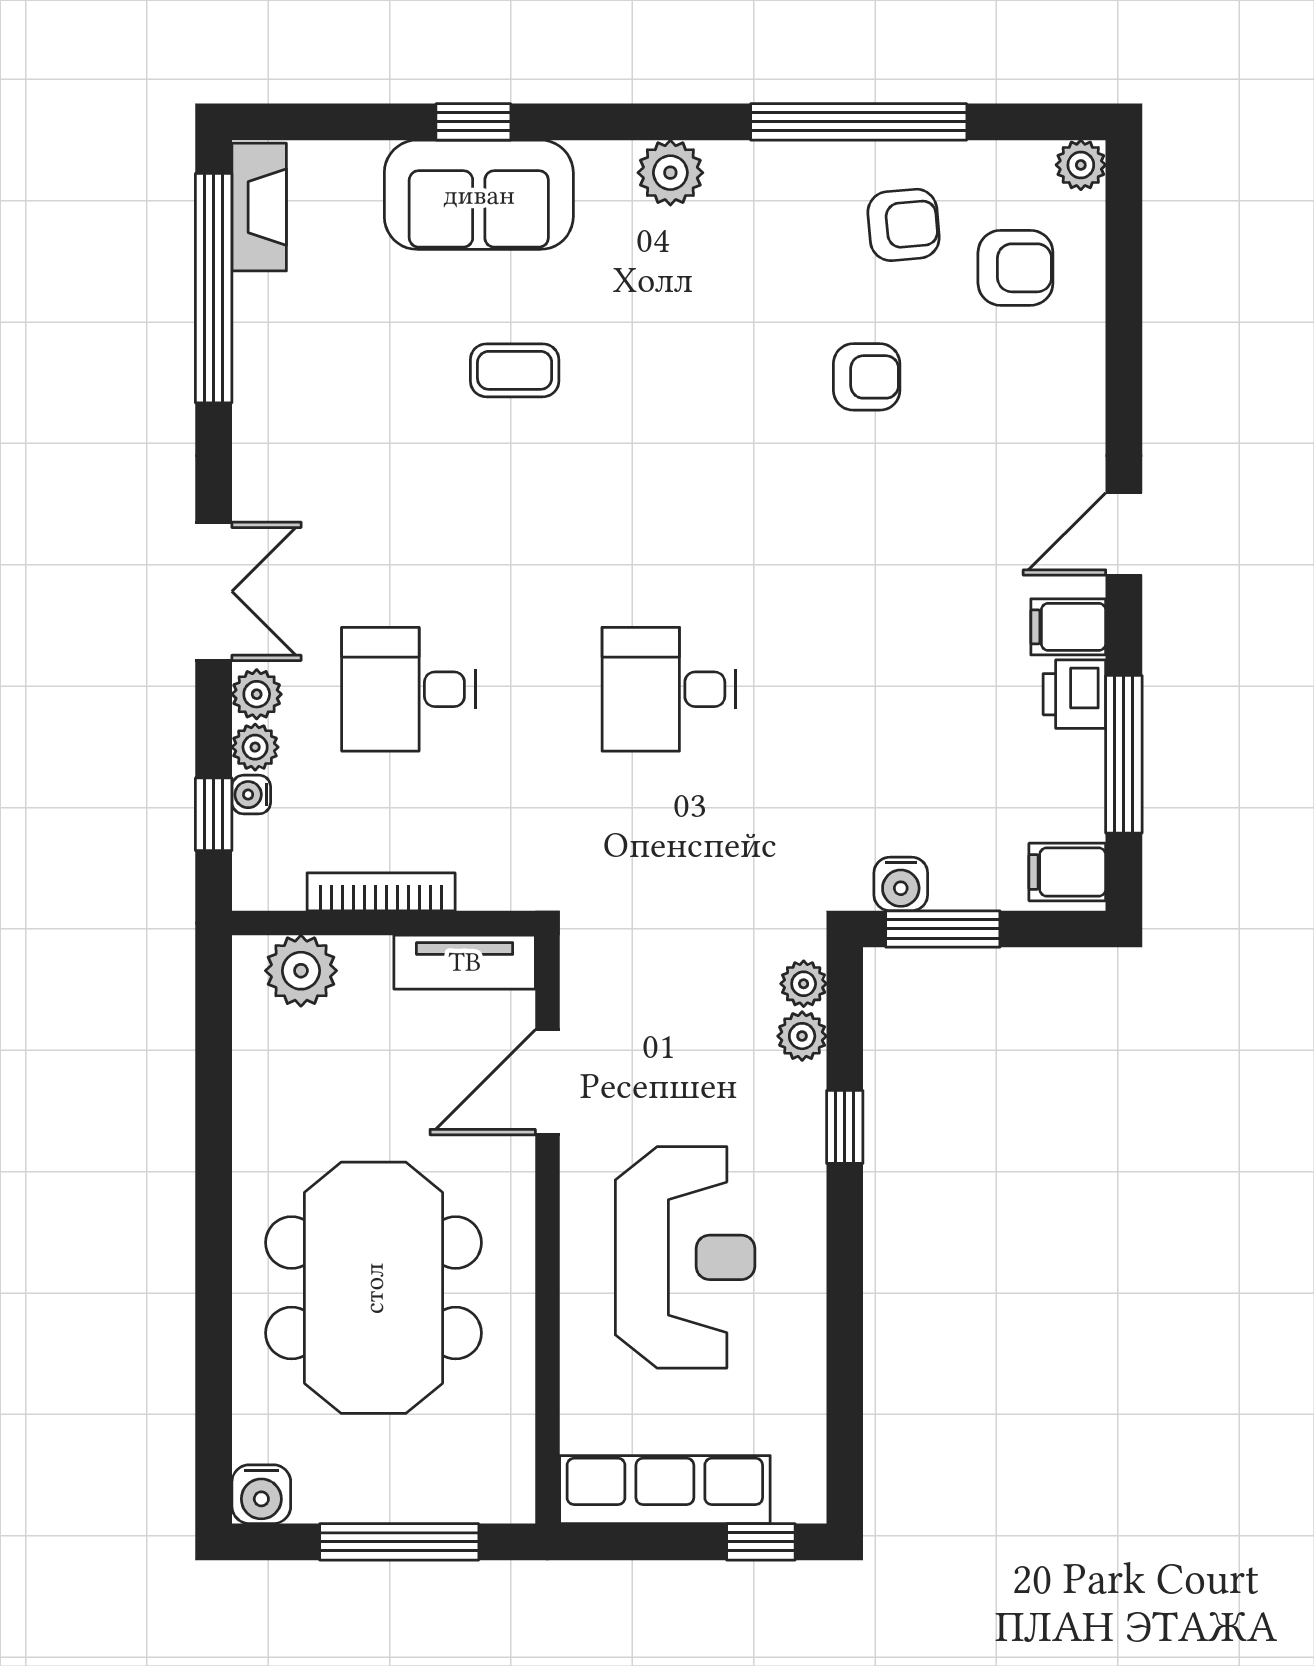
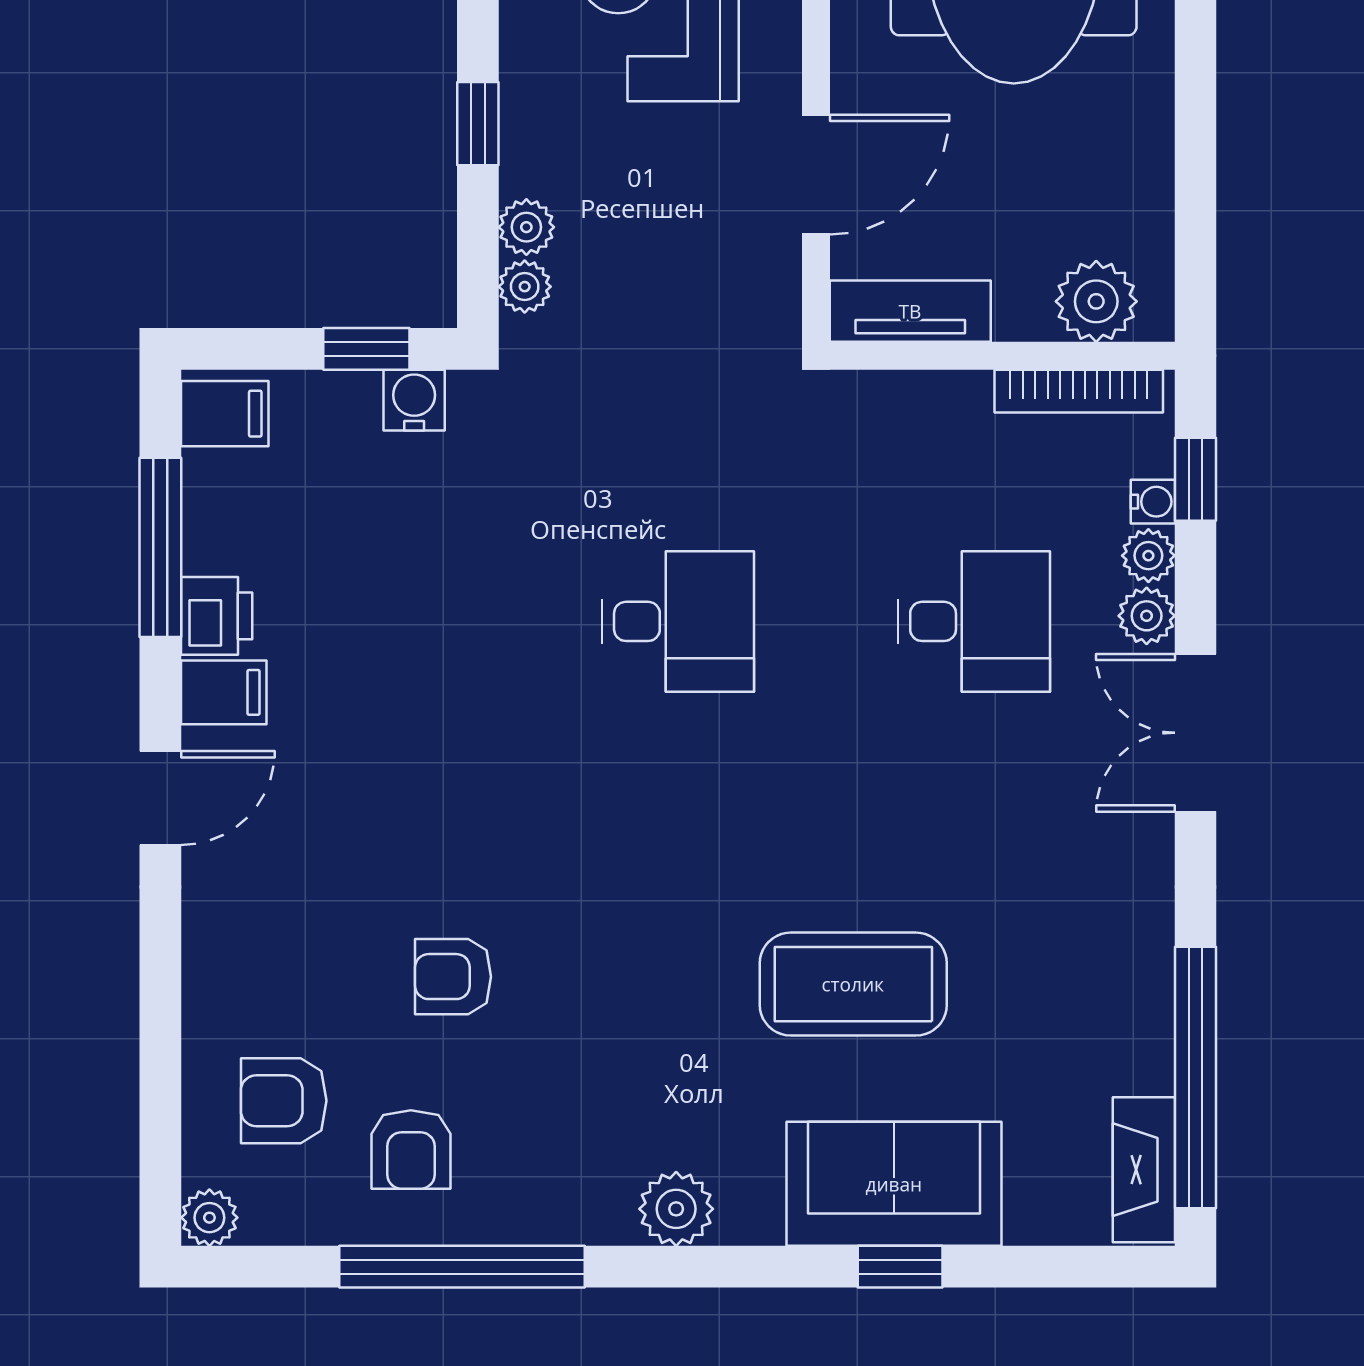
armchair: (904, 225) -> (411, 1149), turned -85
coffee table: (515, 370) -> (853, 984), width x1.86, depth x1.72
bookcase: (381, 892) -> (1079, 391), moved
window: (943, 929) -> (366, 349), width x0.67

